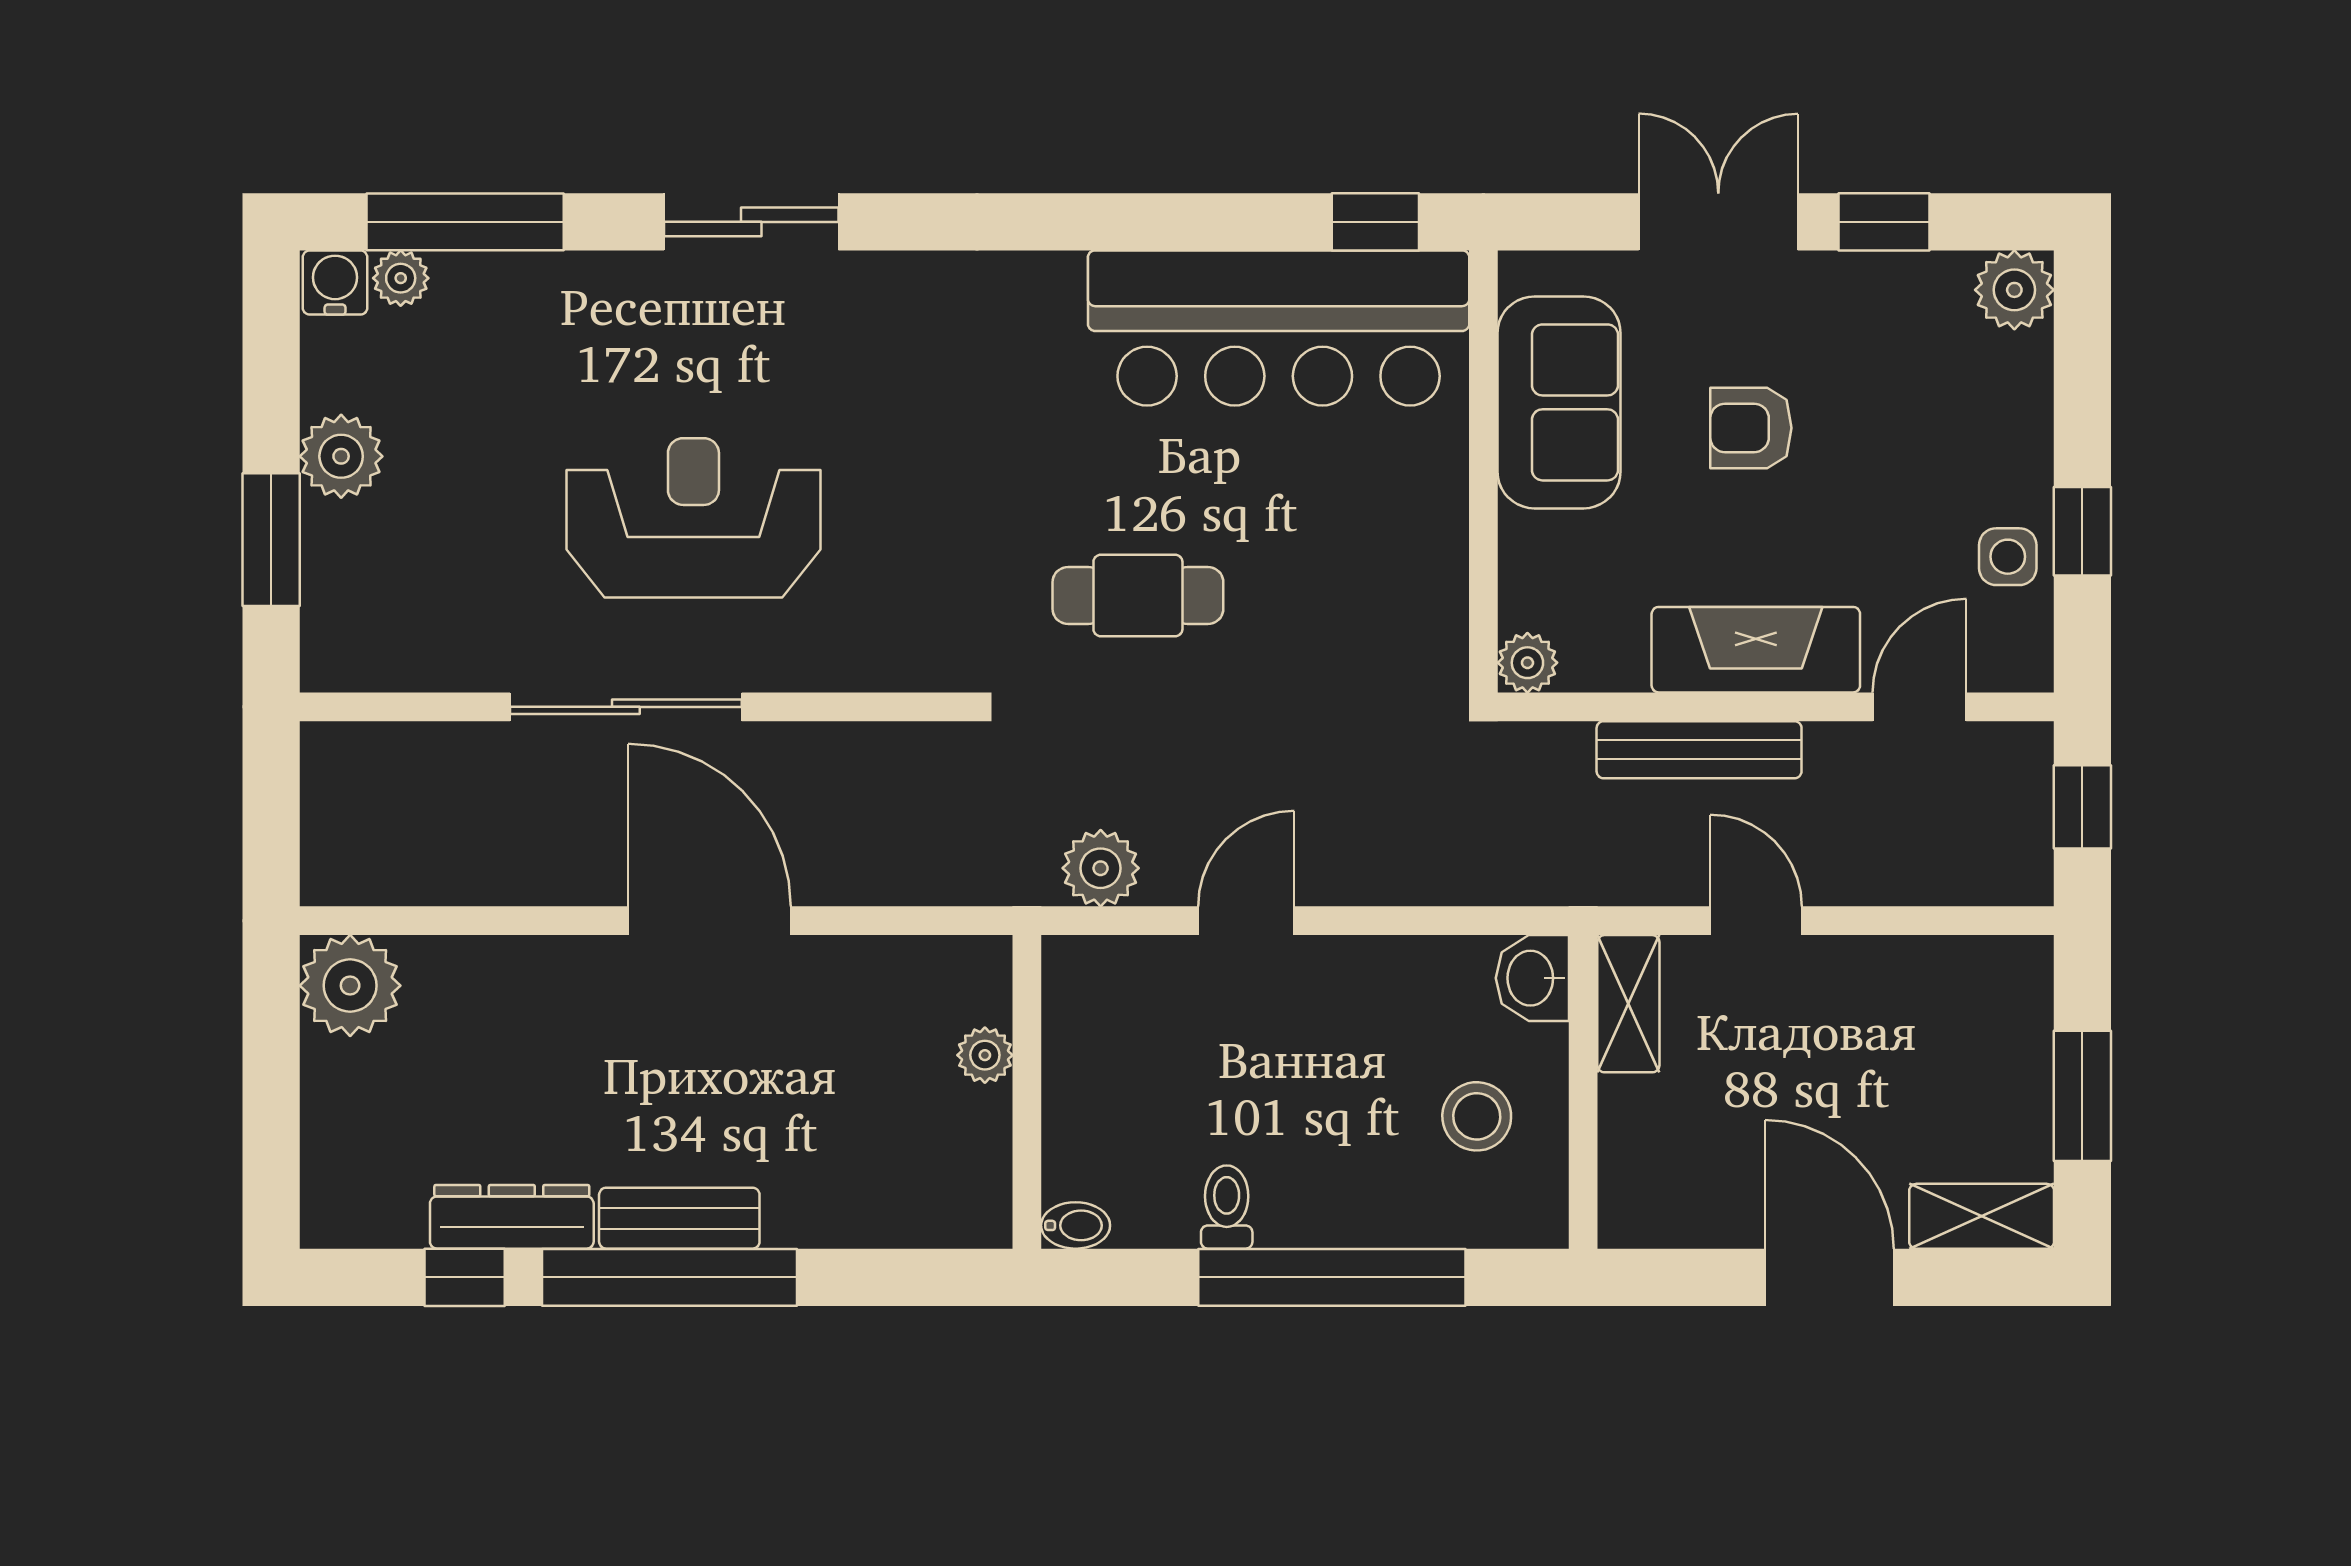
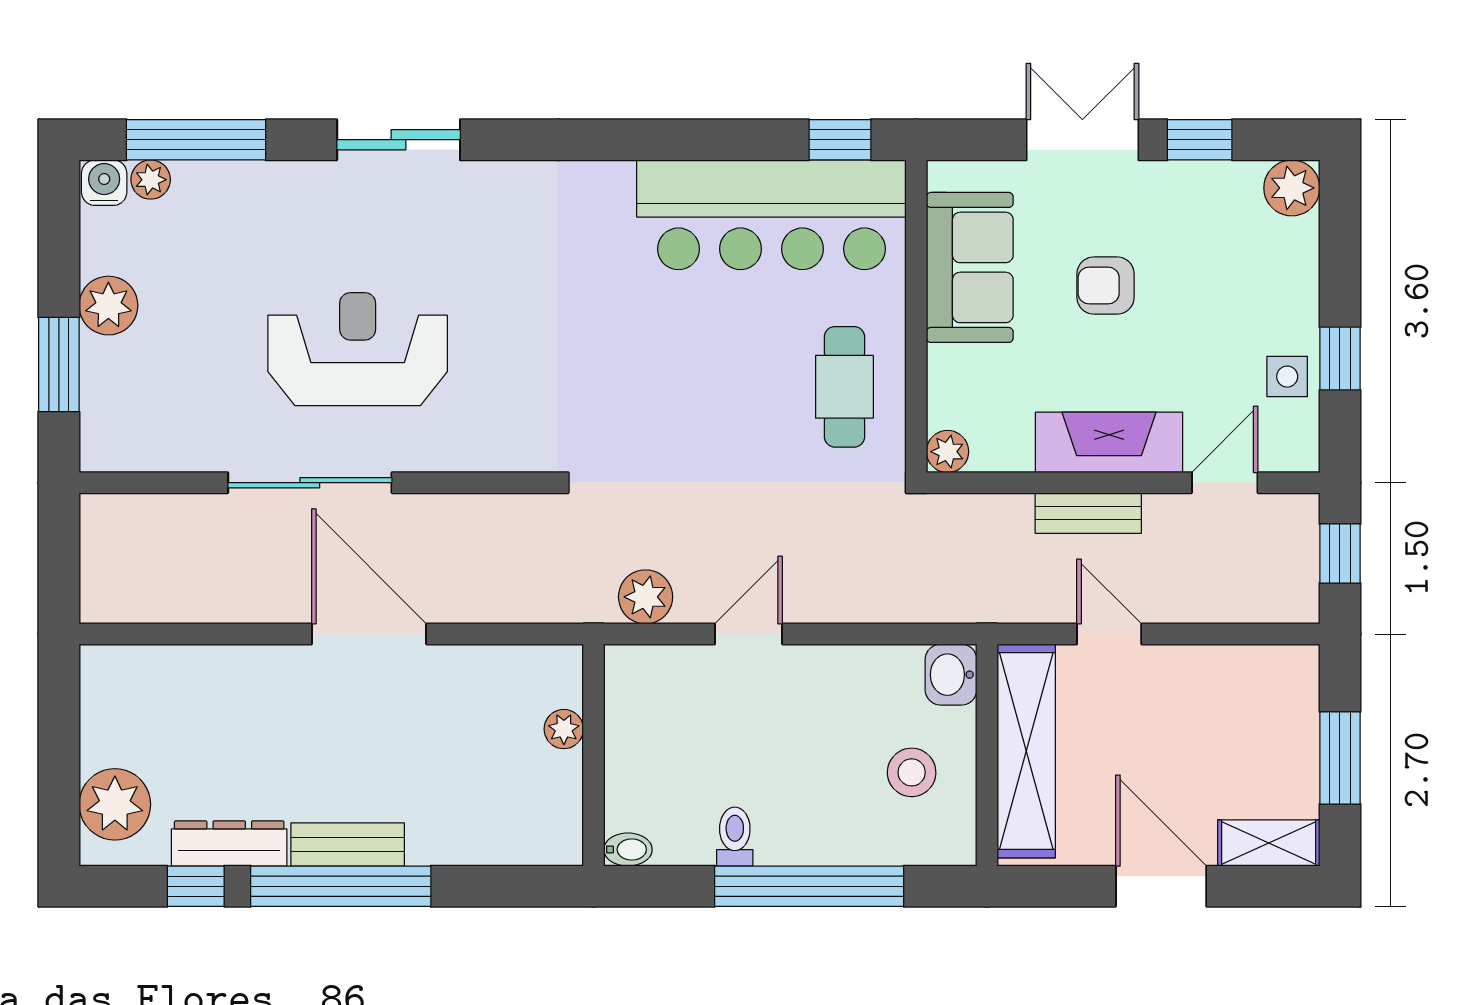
cafe table: (1138, 596) -> (844, 387), moved, turned 90
bench: (1699, 750) -> (1088, 513), width x0.73
plant: (350, 986) -> (115, 804), moved
shelving: (1628, 1004) -> (1026, 751), width x2.20, depth x1.33

